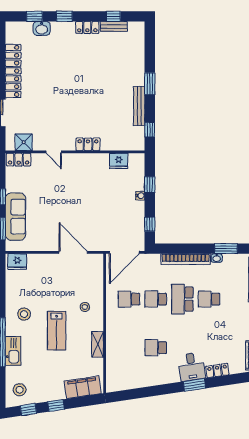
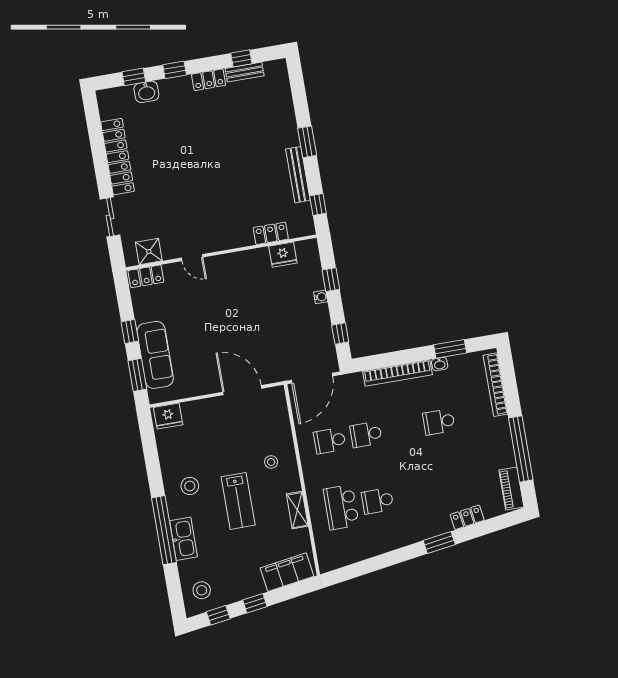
locker: (88, 144) -> (271, 233), moved
school desk: (182, 299) -> (341, 507), moved
desk: (191, 367) -> (431, 518), removed

